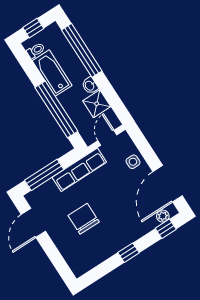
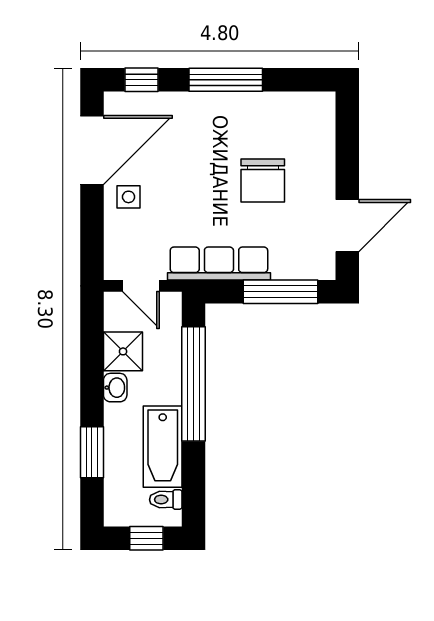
window: (82, 50) -> (92, 452), width x0.47
door: (107, 138) -> (141, 286), hinge flipped
side table: (133, 162) -> (129, 197), moved
plant: (163, 216) -> (133, 103), removed
window: (129, 253) -> (226, 80), width x2.17

